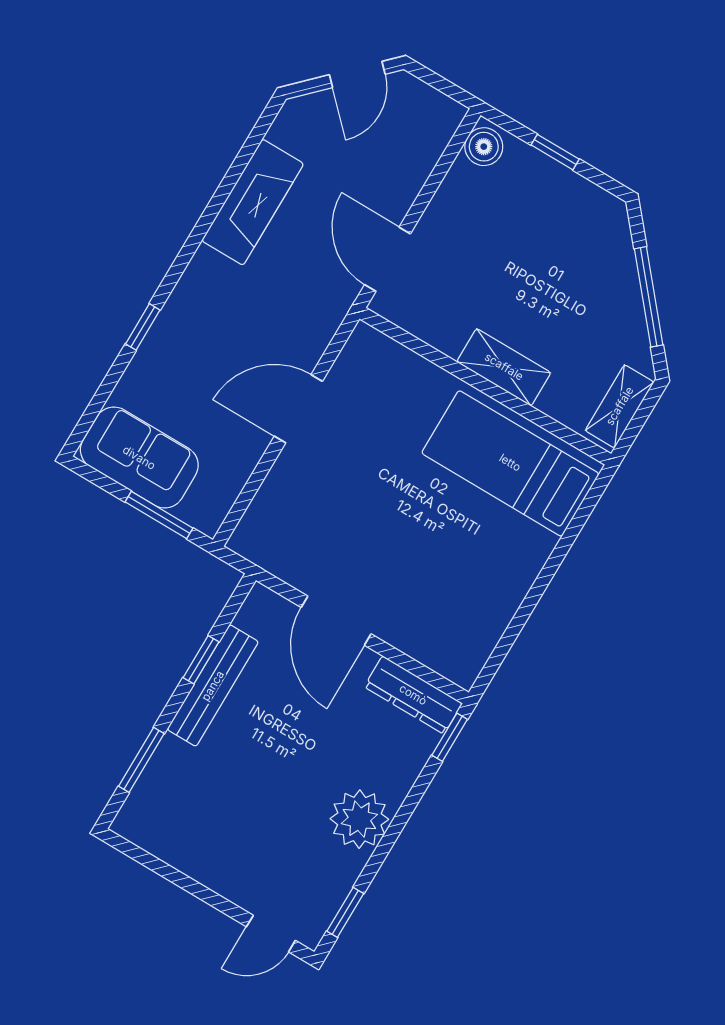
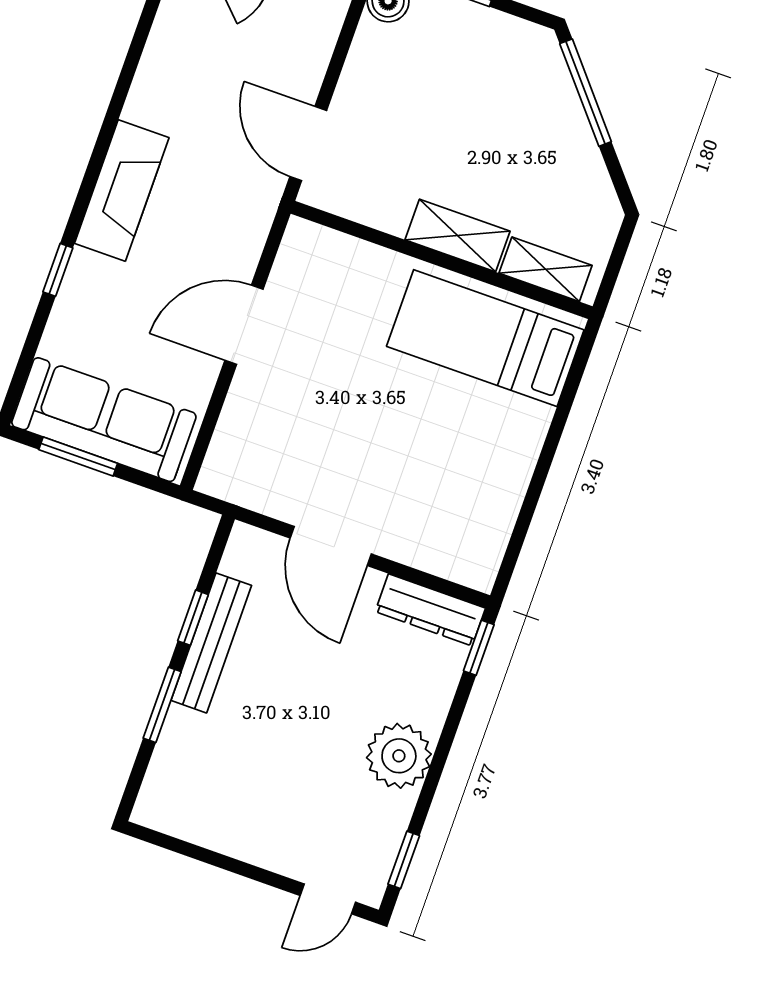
fireplace: (253, 202) -> (122, 190), moved
window: (649, 297) -> (586, 93), moved
shelving: (620, 406) -> (546, 269), moved, turned 90
sofa: (139, 458) -> (104, 420), width x1.36
window: (159, 515) -> (78, 457), moved
window: (141, 760) -> (162, 705), moved

